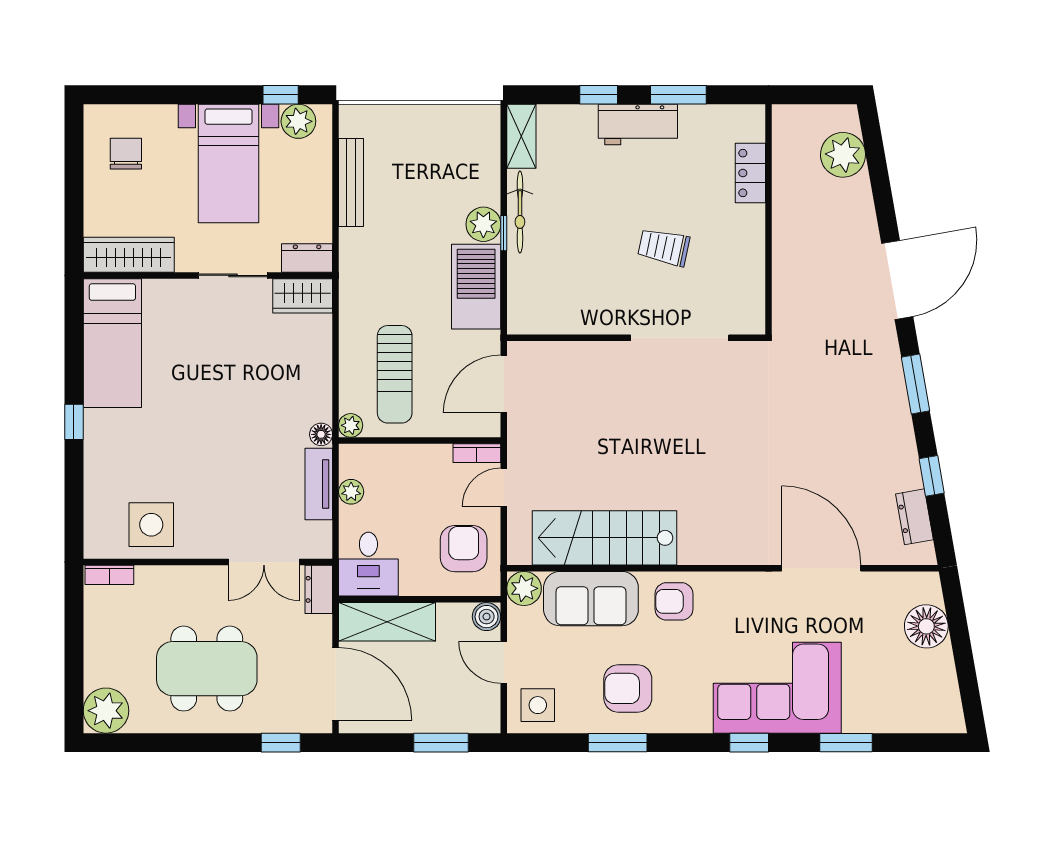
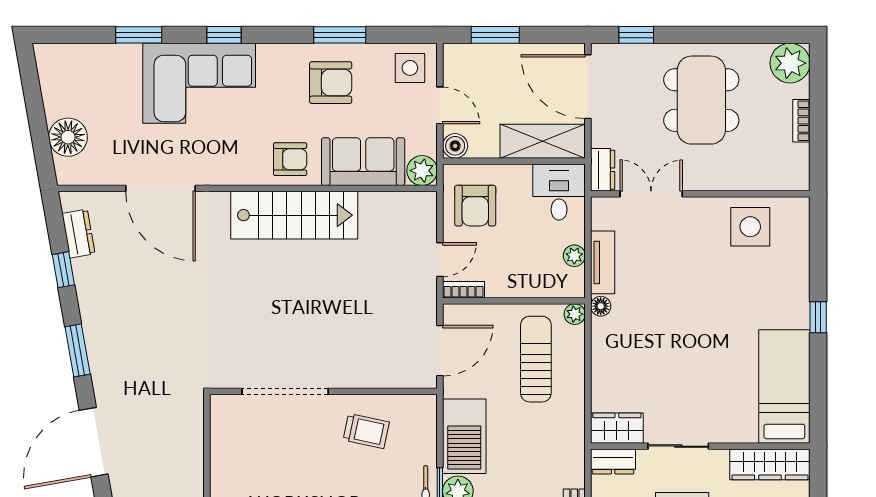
trolley: (664, 247) -> (366, 431), moved
stairs: (604, 538) -> (294, 215), moved
bookcase: (109, 575) -> (801, 121), moved, turned -90
dining table: (207, 669) -> (701, 100), turned 90

